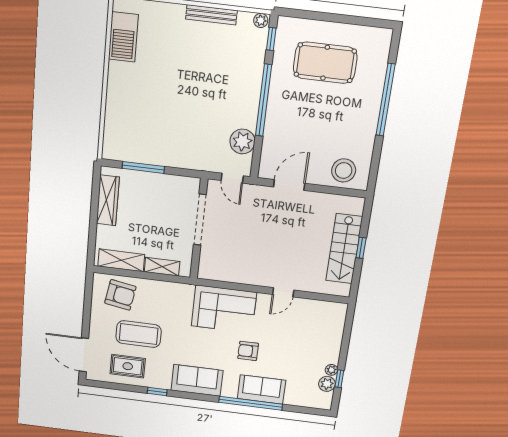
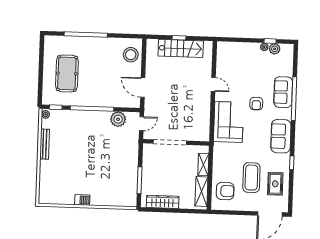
barbecue: (123, 37) -> (82, 200), moved, width x0.53, depth x0.65
armchair: (120, 295) -> (225, 191), turned 80

